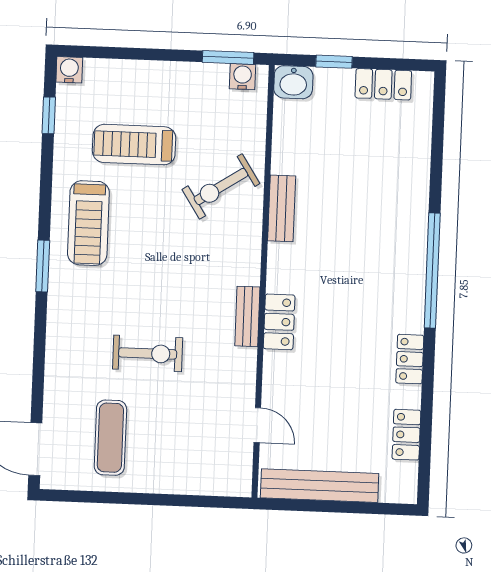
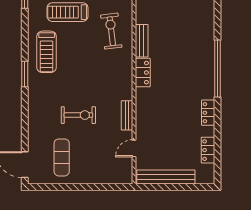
exercise bike: (221, 186) -> (111, 31), turned 116
bench: (247, 316) -> (127, 115), moved
locker: (279, 322) -> (143, 73), moved
door: (257, 425) -> (134, 148), swing flipped

